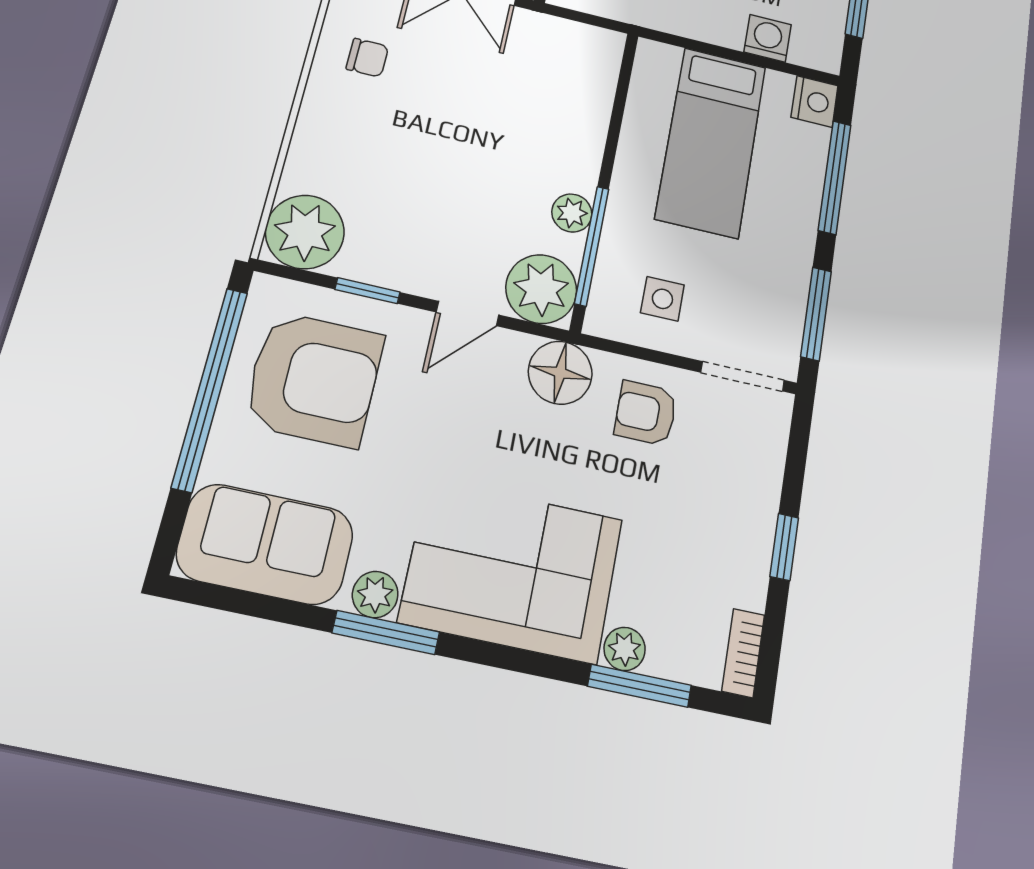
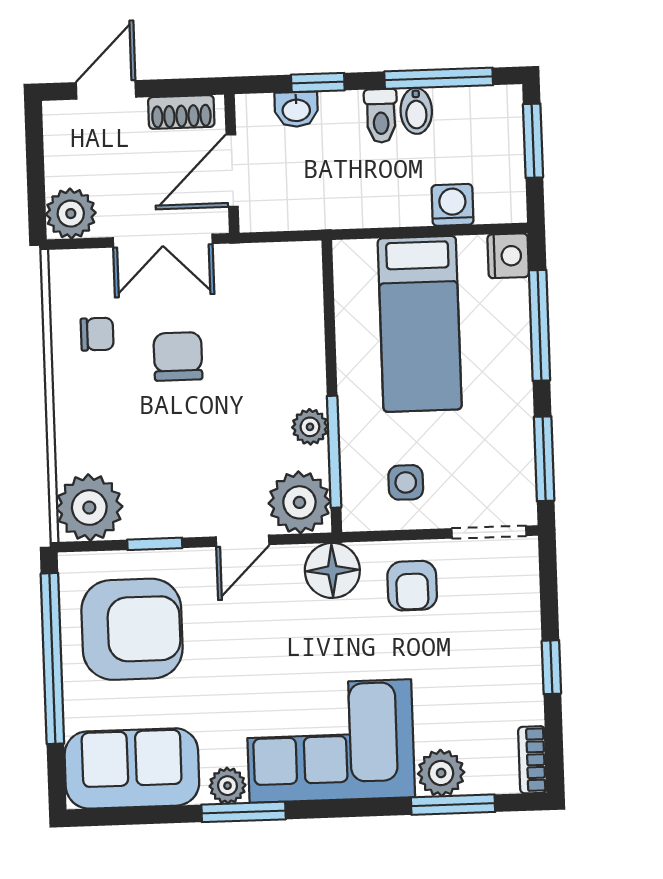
chair: (448, 103) -> (178, 356), added
armchair: (646, 413) -> (412, 586), turned -90
plant: (625, 649) -> (441, 773), width x1.38, depth x1.38

